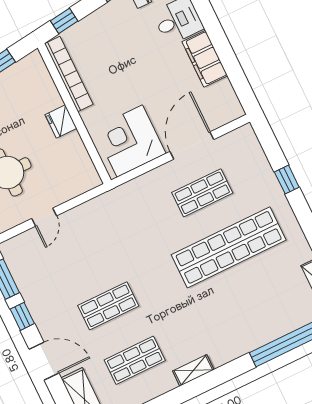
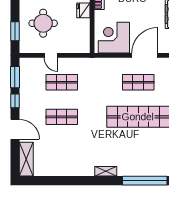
door: (44, 217) -> (51, 55), hinge flipped
shop shelf: (135, 360) -> (62, 82), moved
shelving: (193, 370) -> (106, 171), moved

